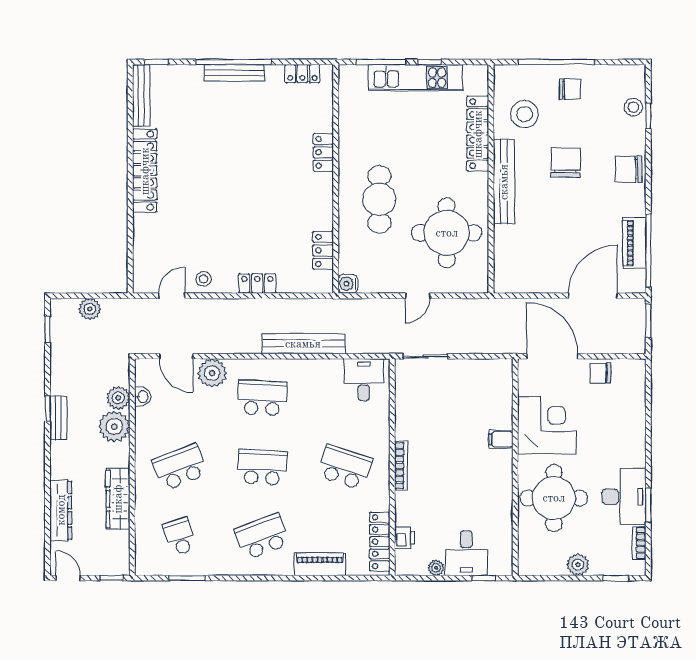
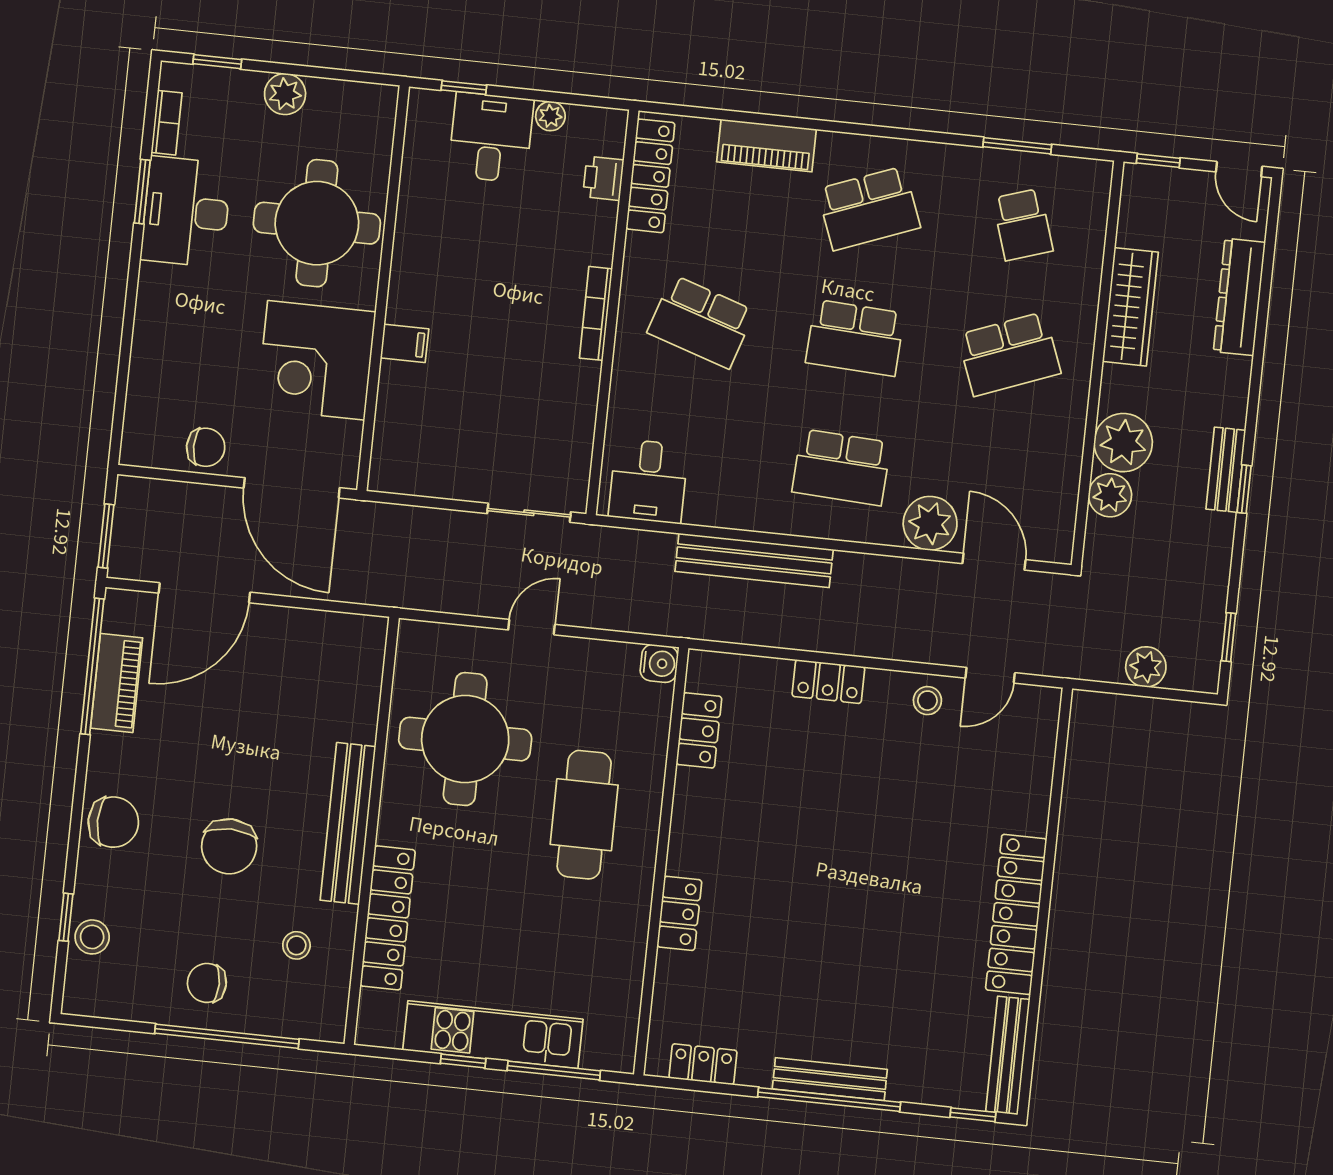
stool: (524, 114) -> (296, 945), width x0.53, depth x0.53
washbasin: (142, 397) -> (1065, 493), removed

